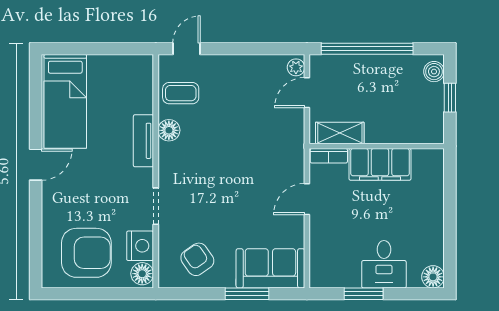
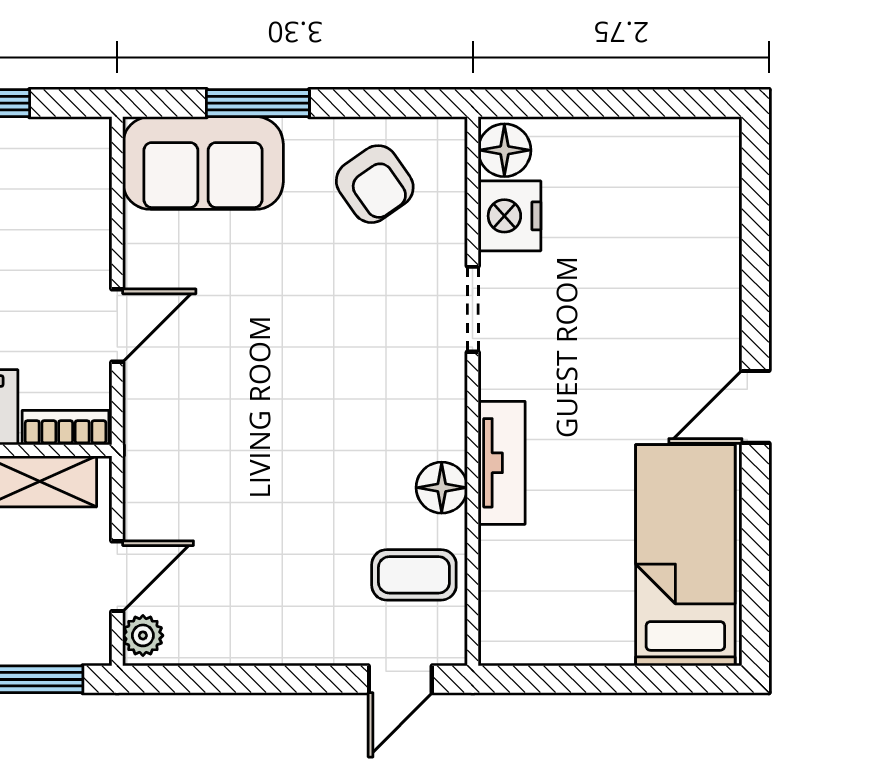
armchair: (86, 253) -> (636, 199), removed

